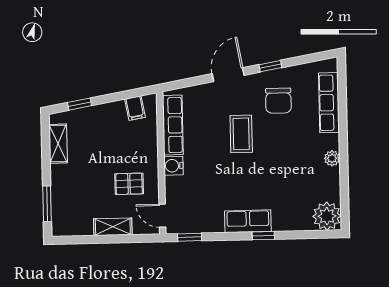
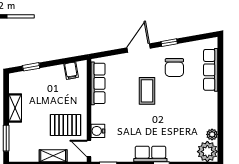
shelving: (58, 144) -> (15, 108), moved
plant: (332, 158) -> (212, 134), moved
water cooler: (173, 166) -> (98, 131), moved
pallet: (129, 184) -> (65, 125), width x1.50, depth x1.42

